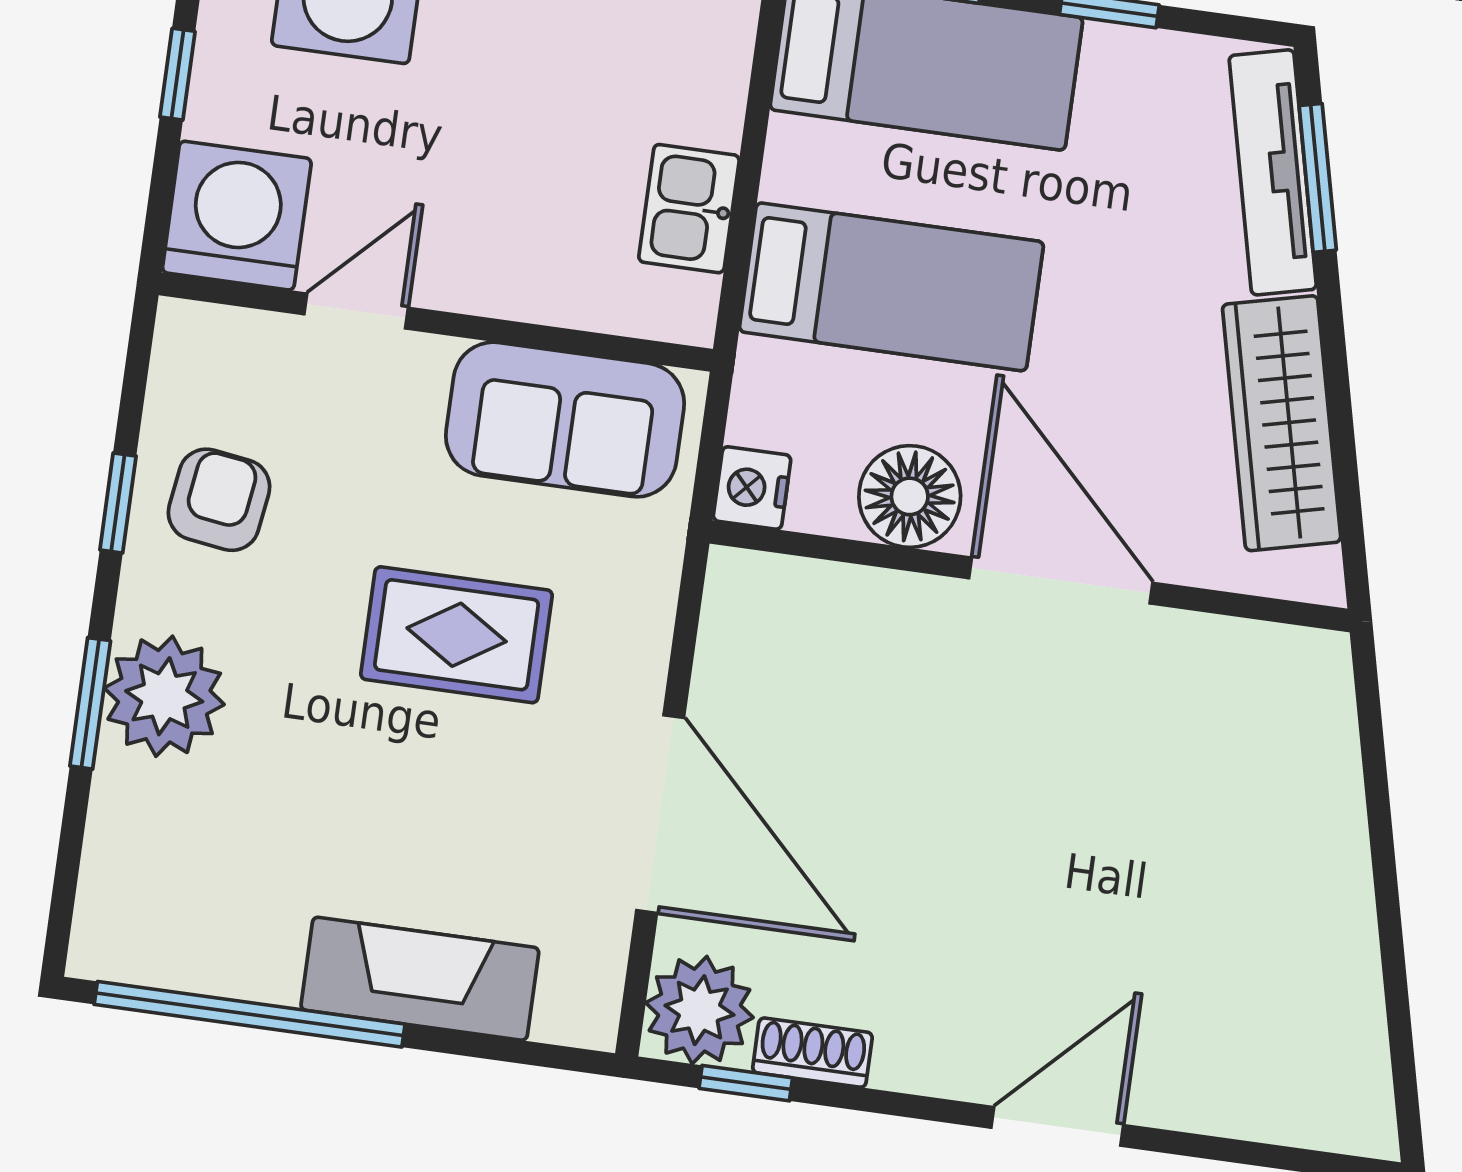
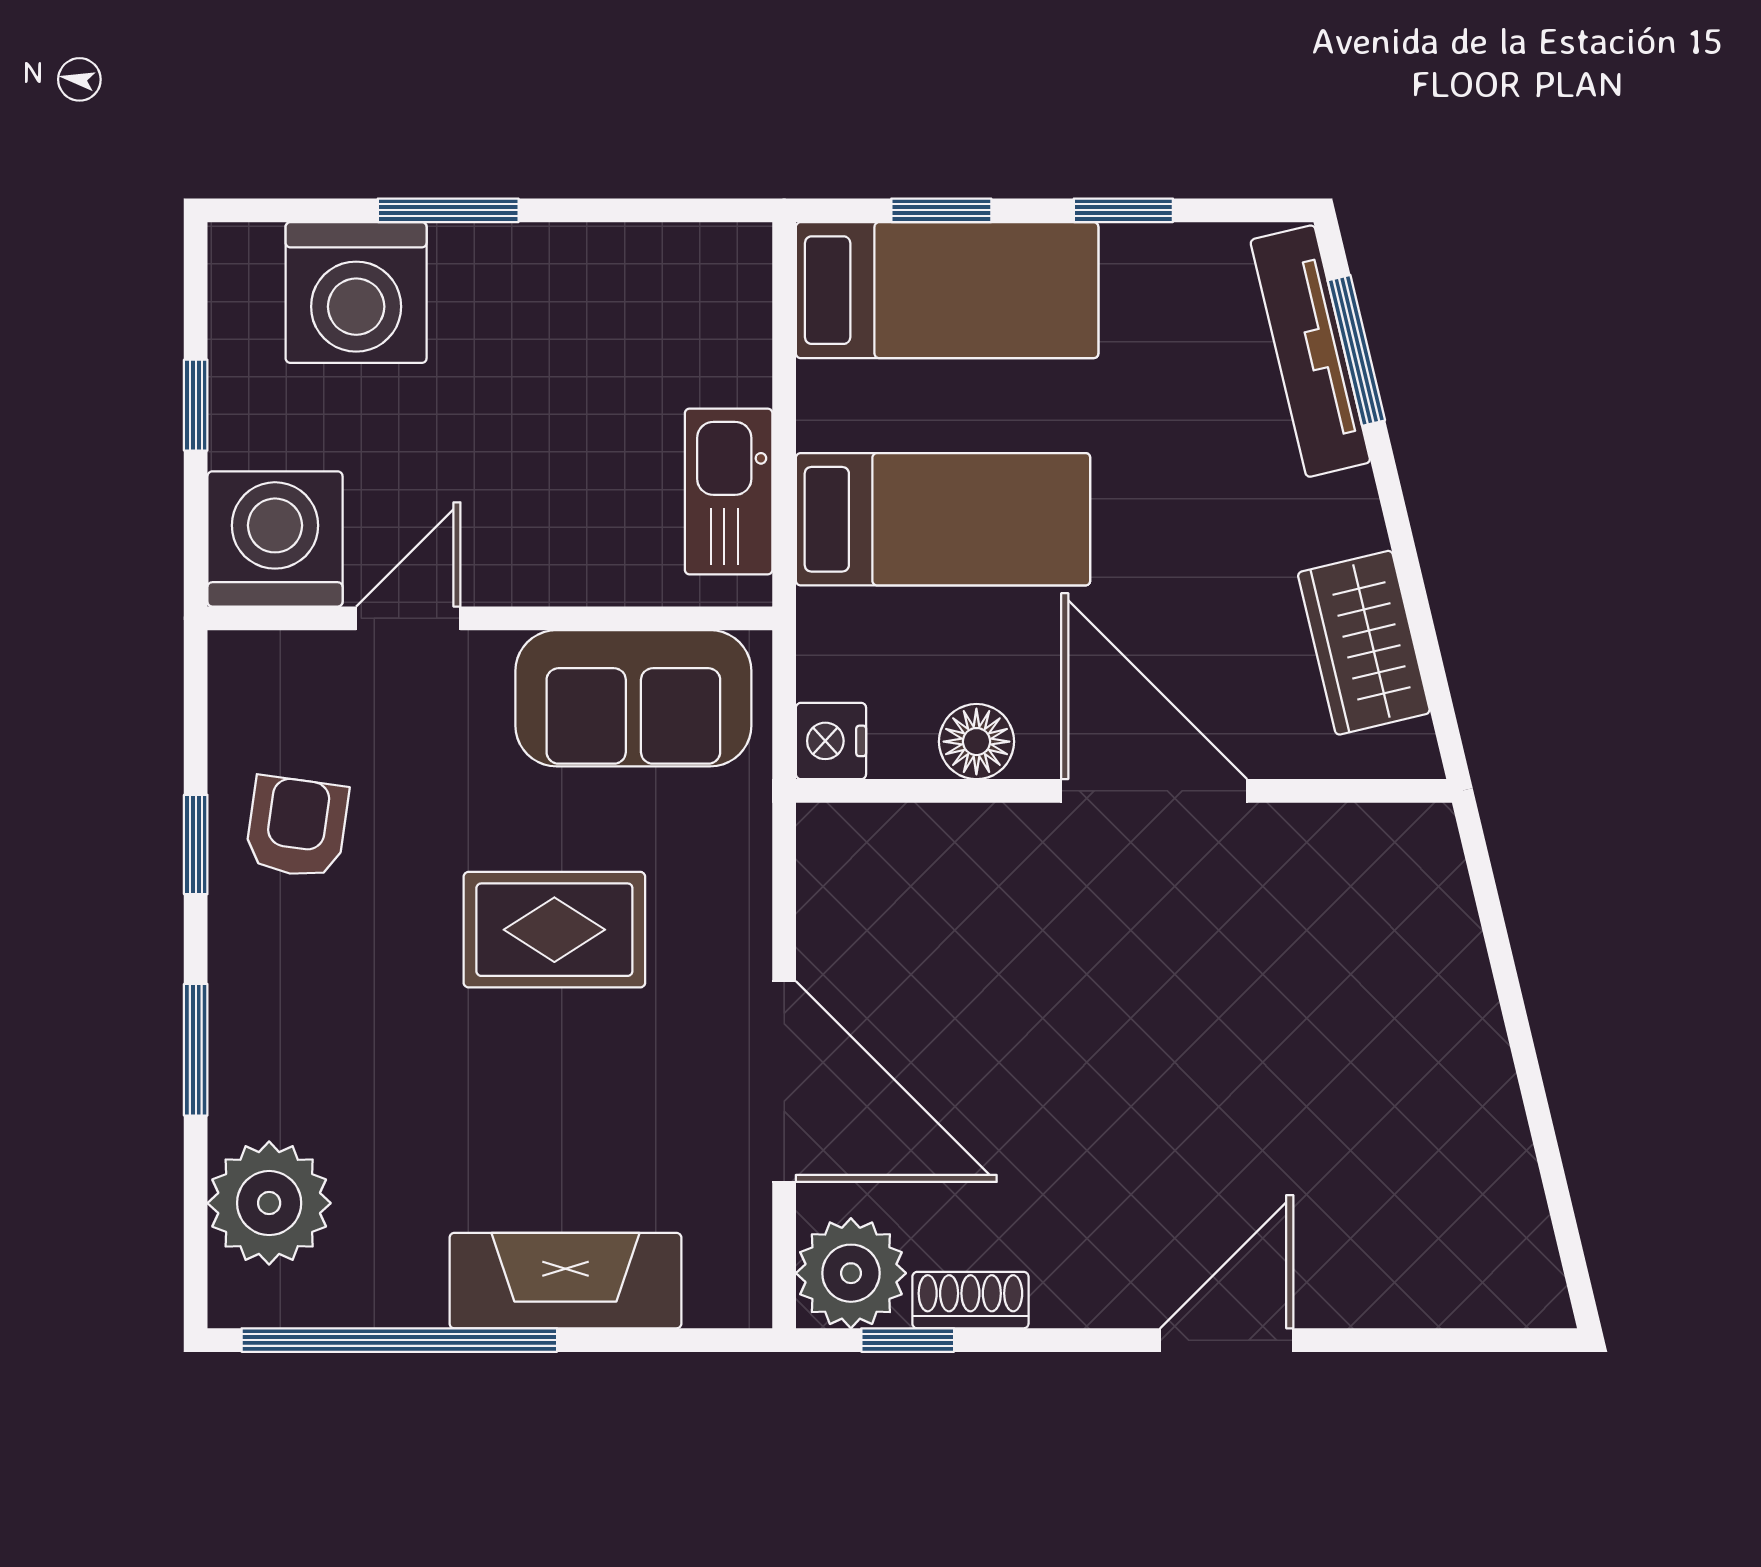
kitchen sink: (689, 209) -> (729, 492), width x1.38
wardrobe: (1282, 423) -> (1364, 643), width x0.67
floor lamp: (910, 496) -> (976, 742), width x0.73, depth x0.73
plant: (164, 696) -> (269, 1203), moved

